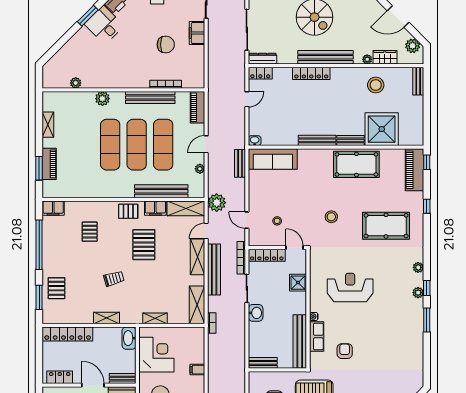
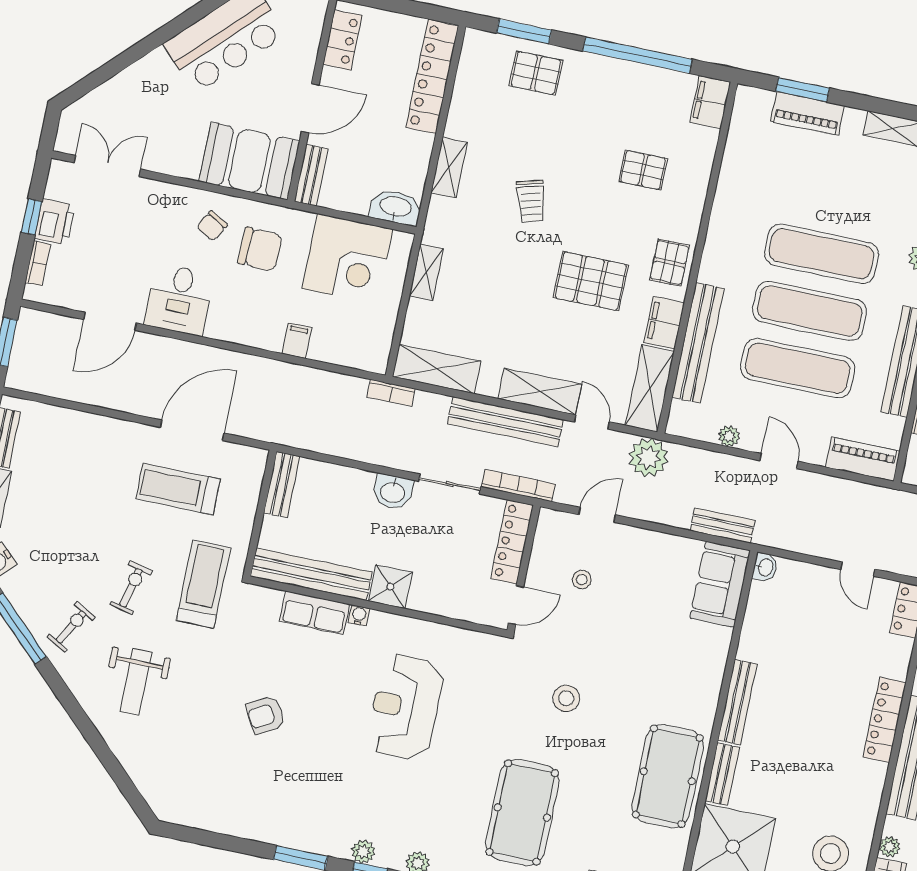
sofa: (273, 159) -> (720, 584), width x0.73
shower: (298, 283) -> (390, 587), moved
reception desk: (350, 288) -> (405, 707), turned 180
armchair: (345, 351) -> (266, 715), moved, turned 151

